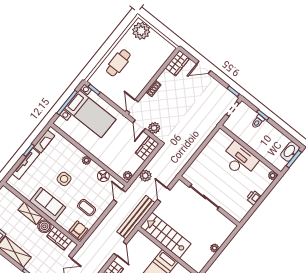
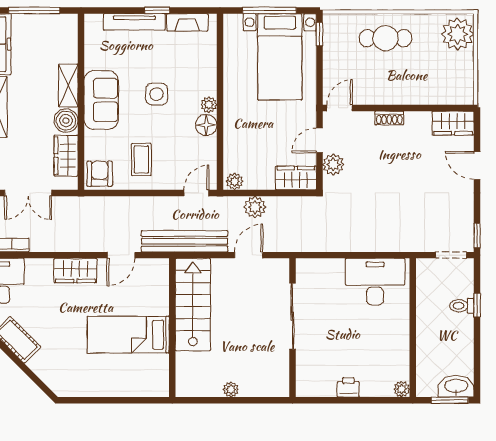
desk: (239, 160) -> (375, 282), moved, turned -90
floor lamp: (103, 176) -> (206, 125), moved
armchair: (78, 230) -> (100, 174), turned -90

